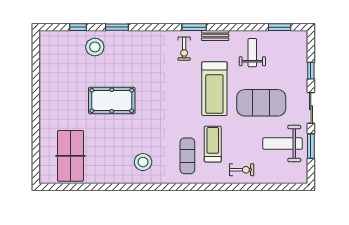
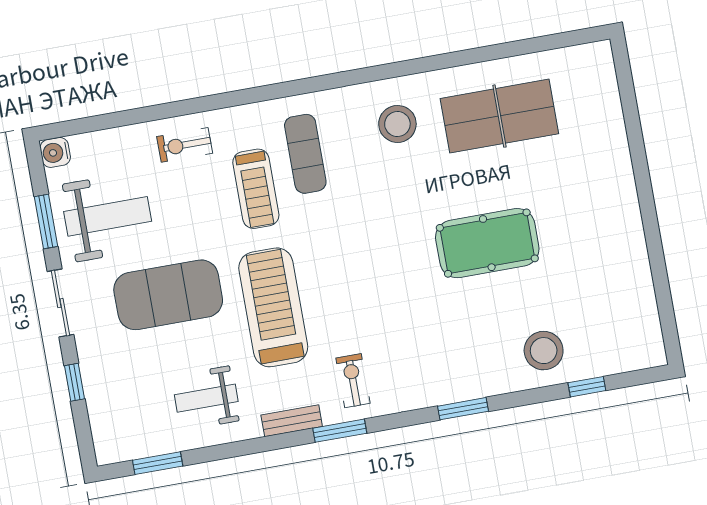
window: (117, 27) -> (463, 409), moved
weight bench: (252, 53) -> (206, 398), turned 90
table tennis table: (70, 156) -> (499, 116), moved, turned 90
water cooler: (301, 177) -> (55, 152), added

